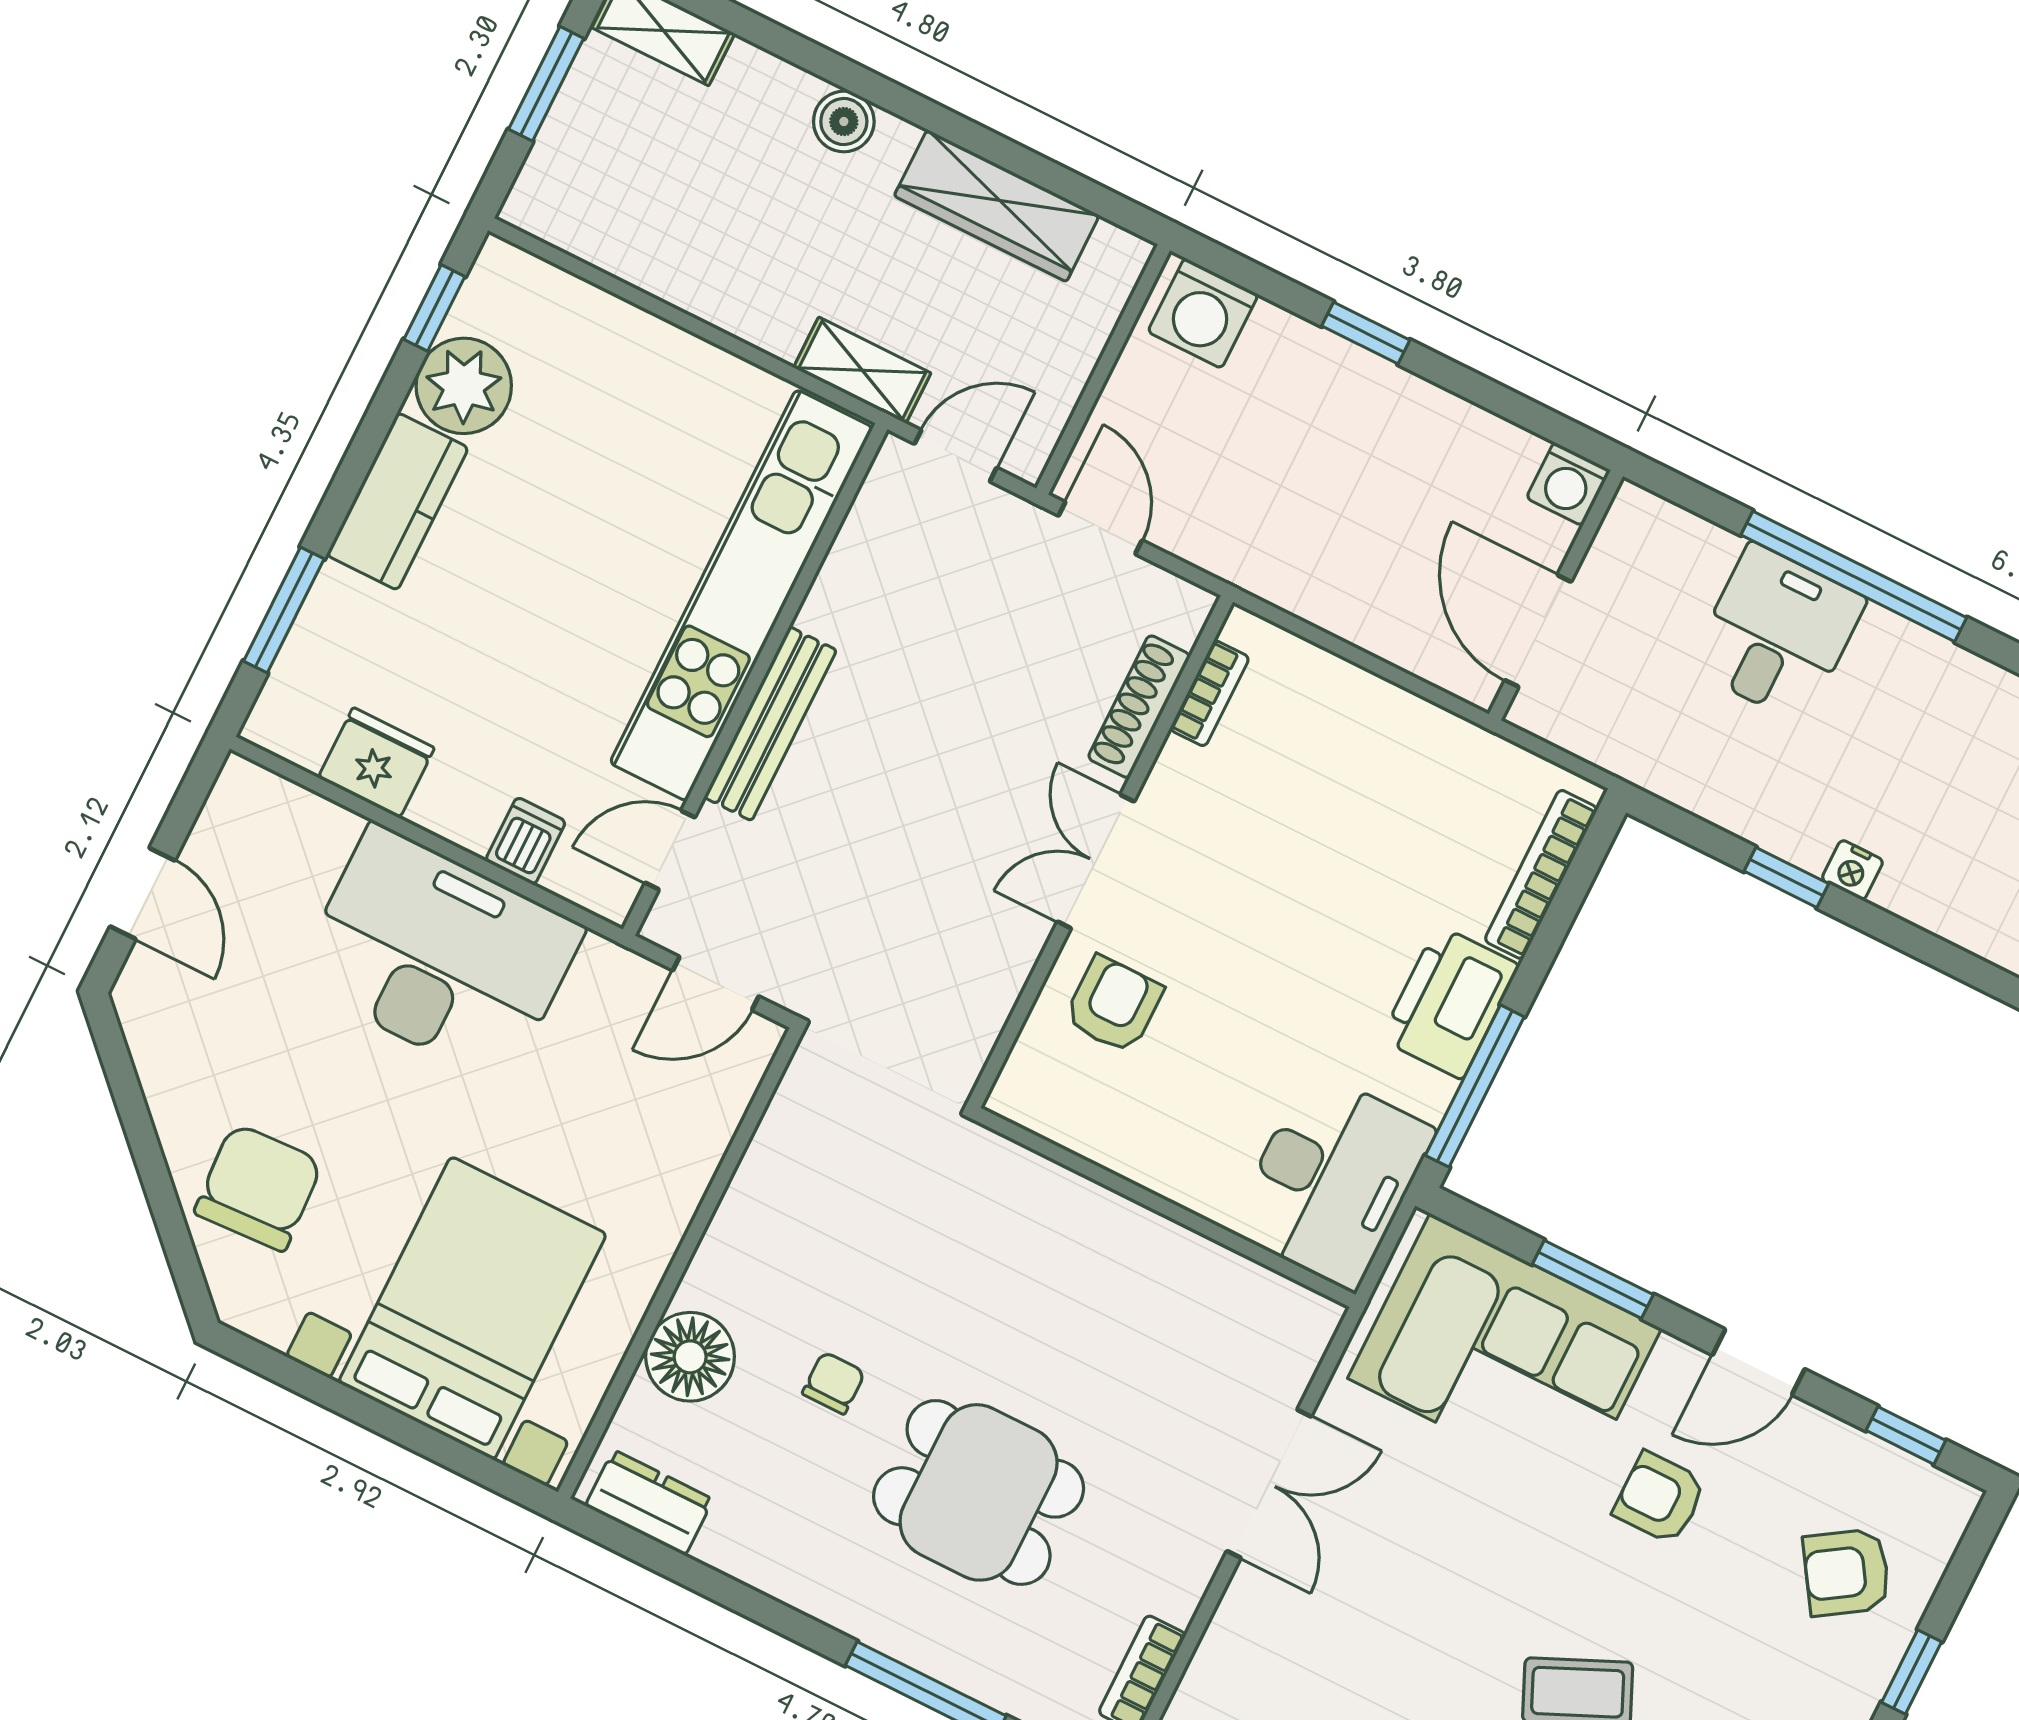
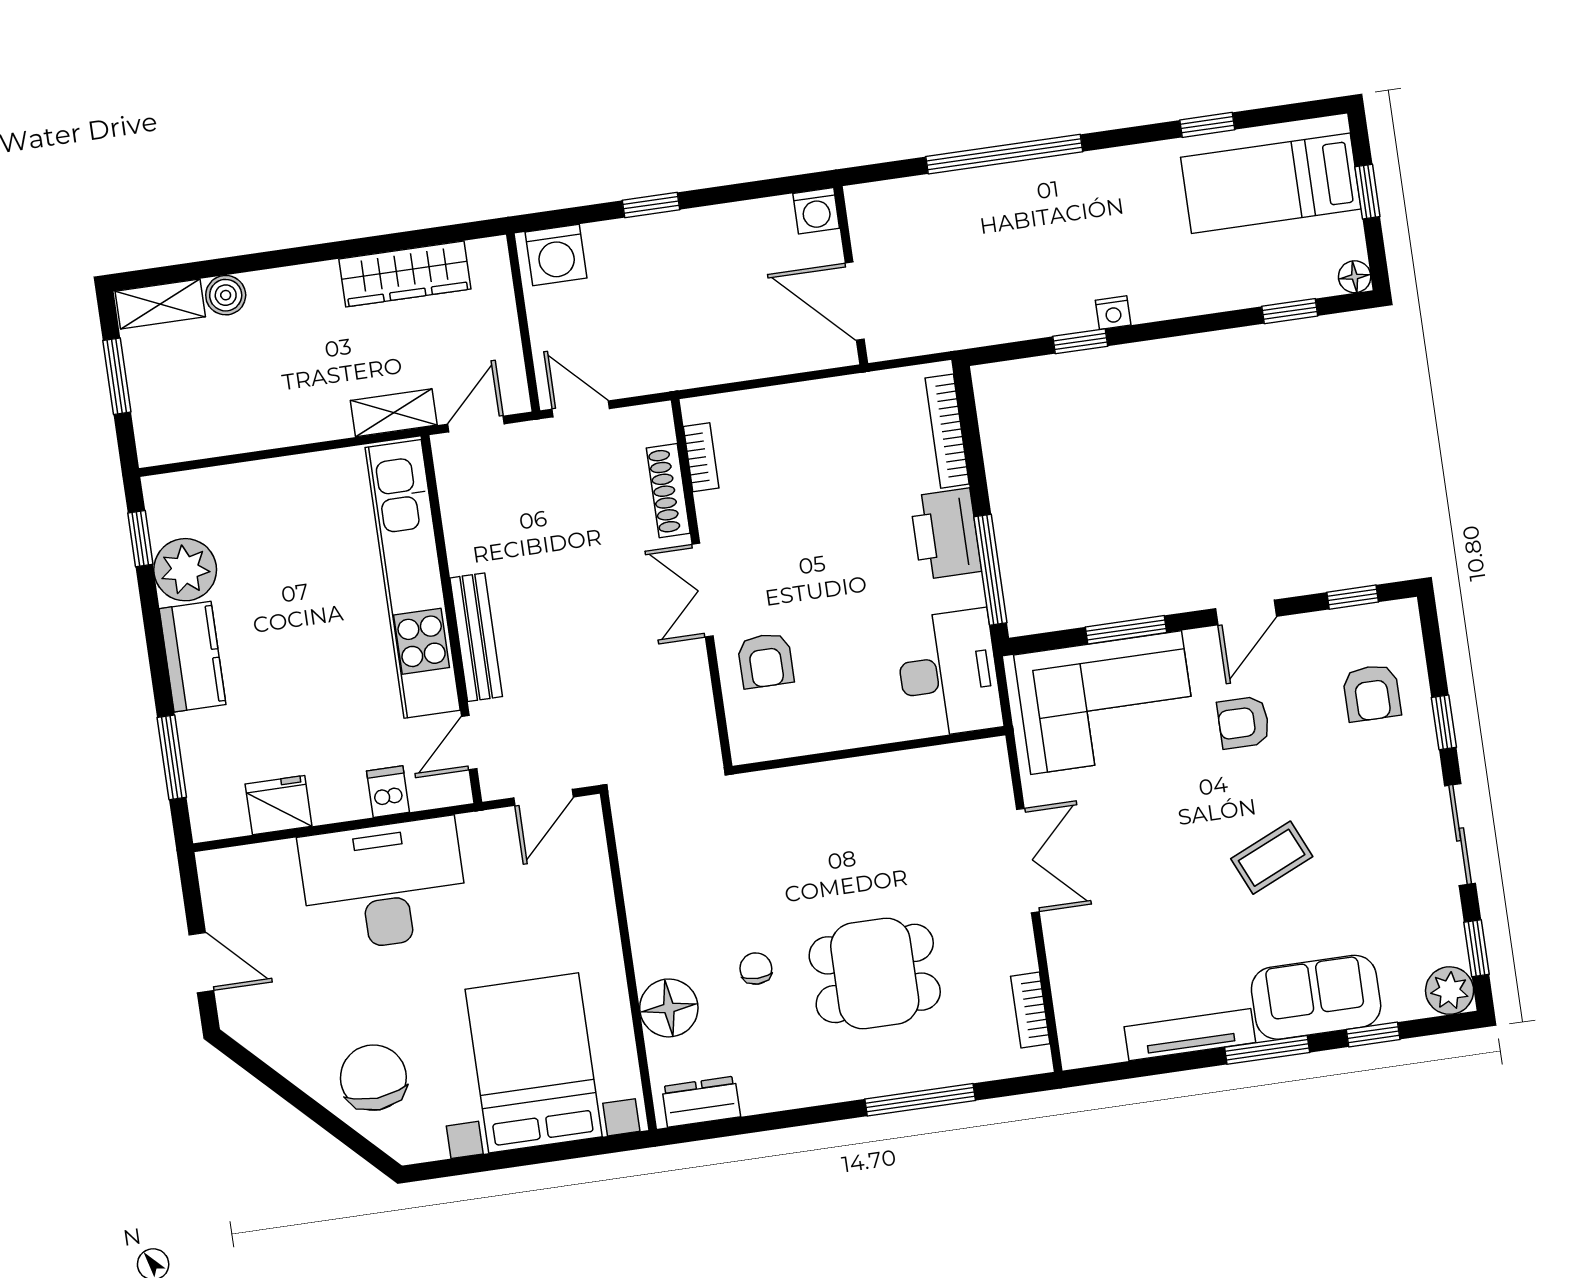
boiler: (844, 122) -> (226, 295), moved
desk: (1777, 633) -> (984, 213), removed
armchair: (1114, 1005) -> (766, 661), turned 180
armchair: (1847, 1572) -> (1372, 693), turned -57

